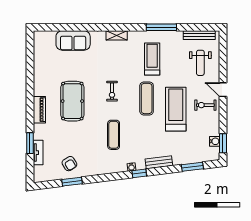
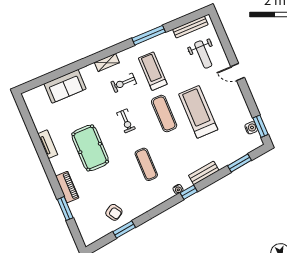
exercise bike: (205, 105) -> (124, 83), moved
piano: (39, 110) -> (67, 187), moved
tv unit: (38, 153) -> (48, 144), moved

